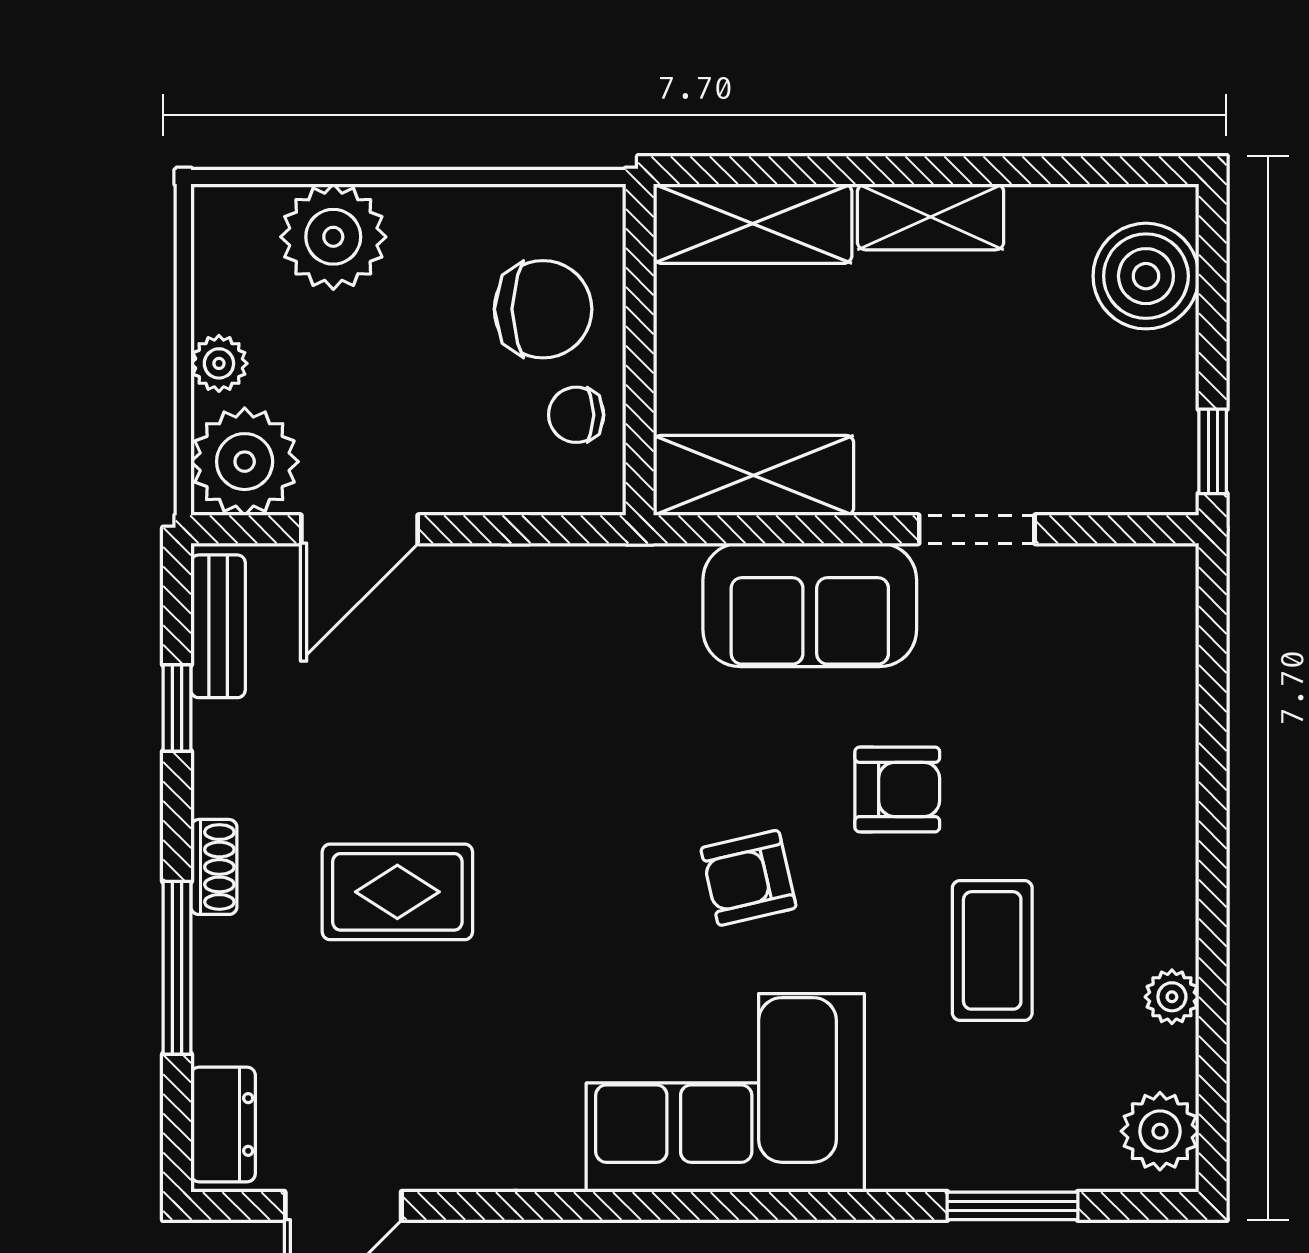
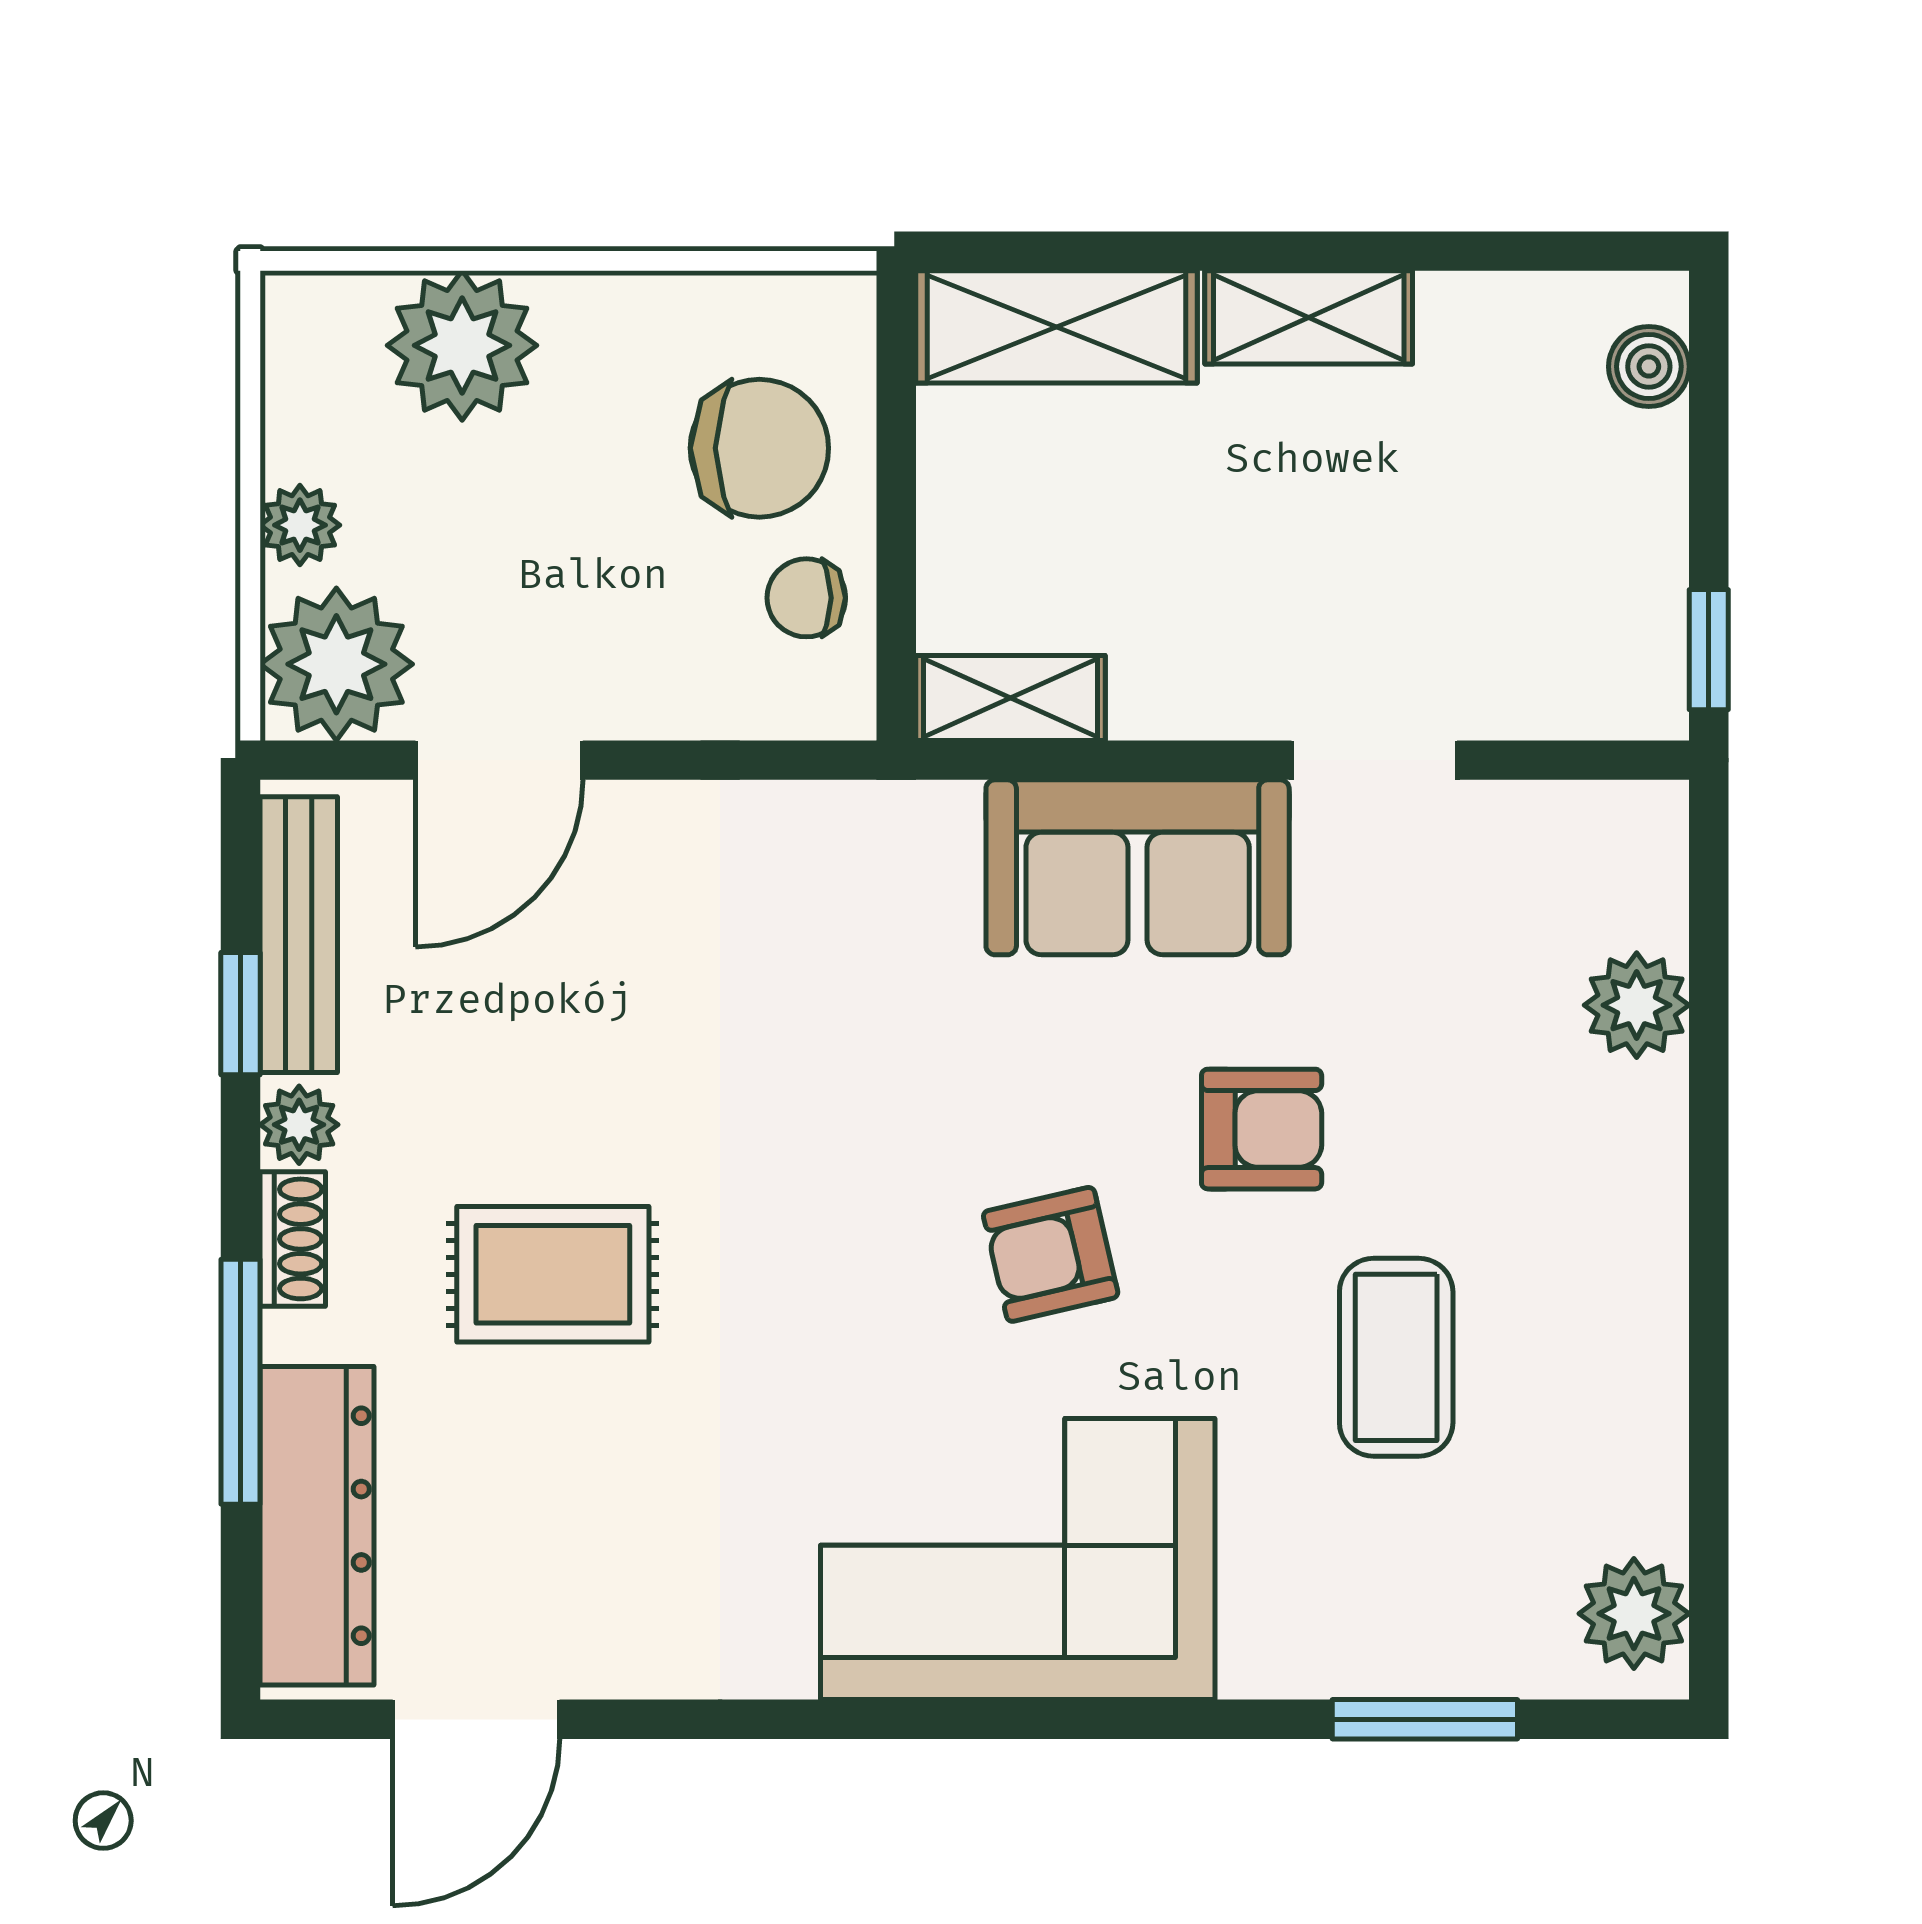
boiler: (1146, 276) -> (1649, 367), width x0.54, depth x0.54
shelving: (754, 475) -> (1010, 698), width x0.67, depth x0.75
bench: (218, 626) -> (299, 935), width x1.36
plant: (218, 786) -> (299, 1125), added
plant: (1172, 997) -> (1637, 1005), moved, width x1.38, depth x1.38
dresser: (223, 1124) -> (317, 1526), width x1.96, depth x1.24

